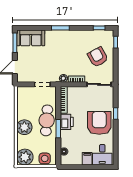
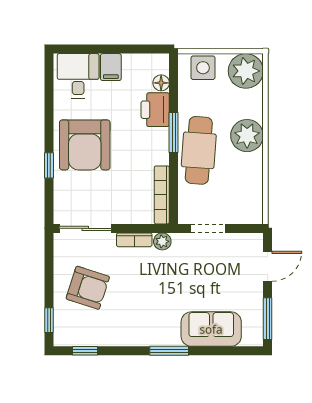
sofa: (31, 38) -> (211, 329), moved
armchair: (98, 57) -> (88, 288), turned -43
printer: (67, 122) -> (155, 110), moved

